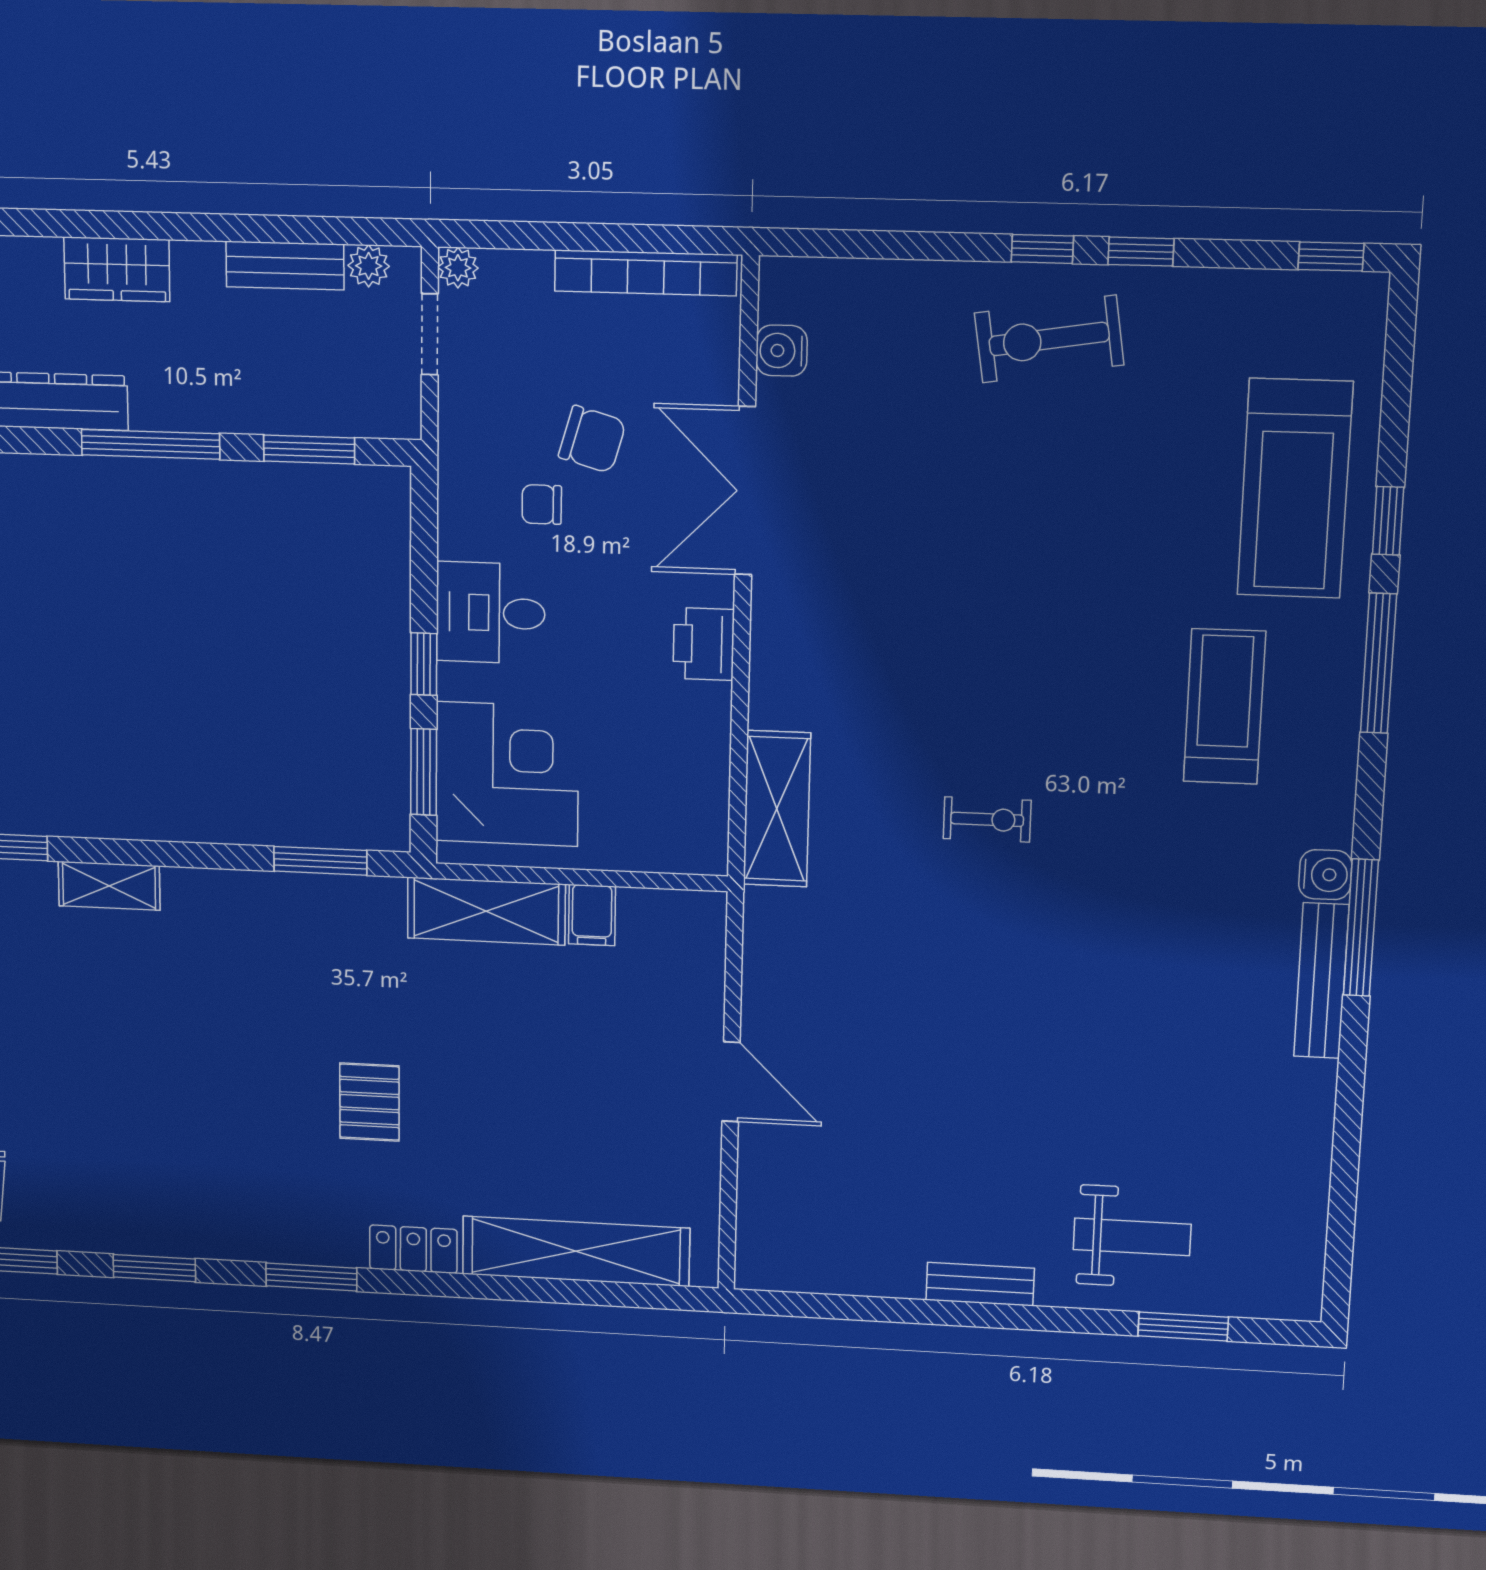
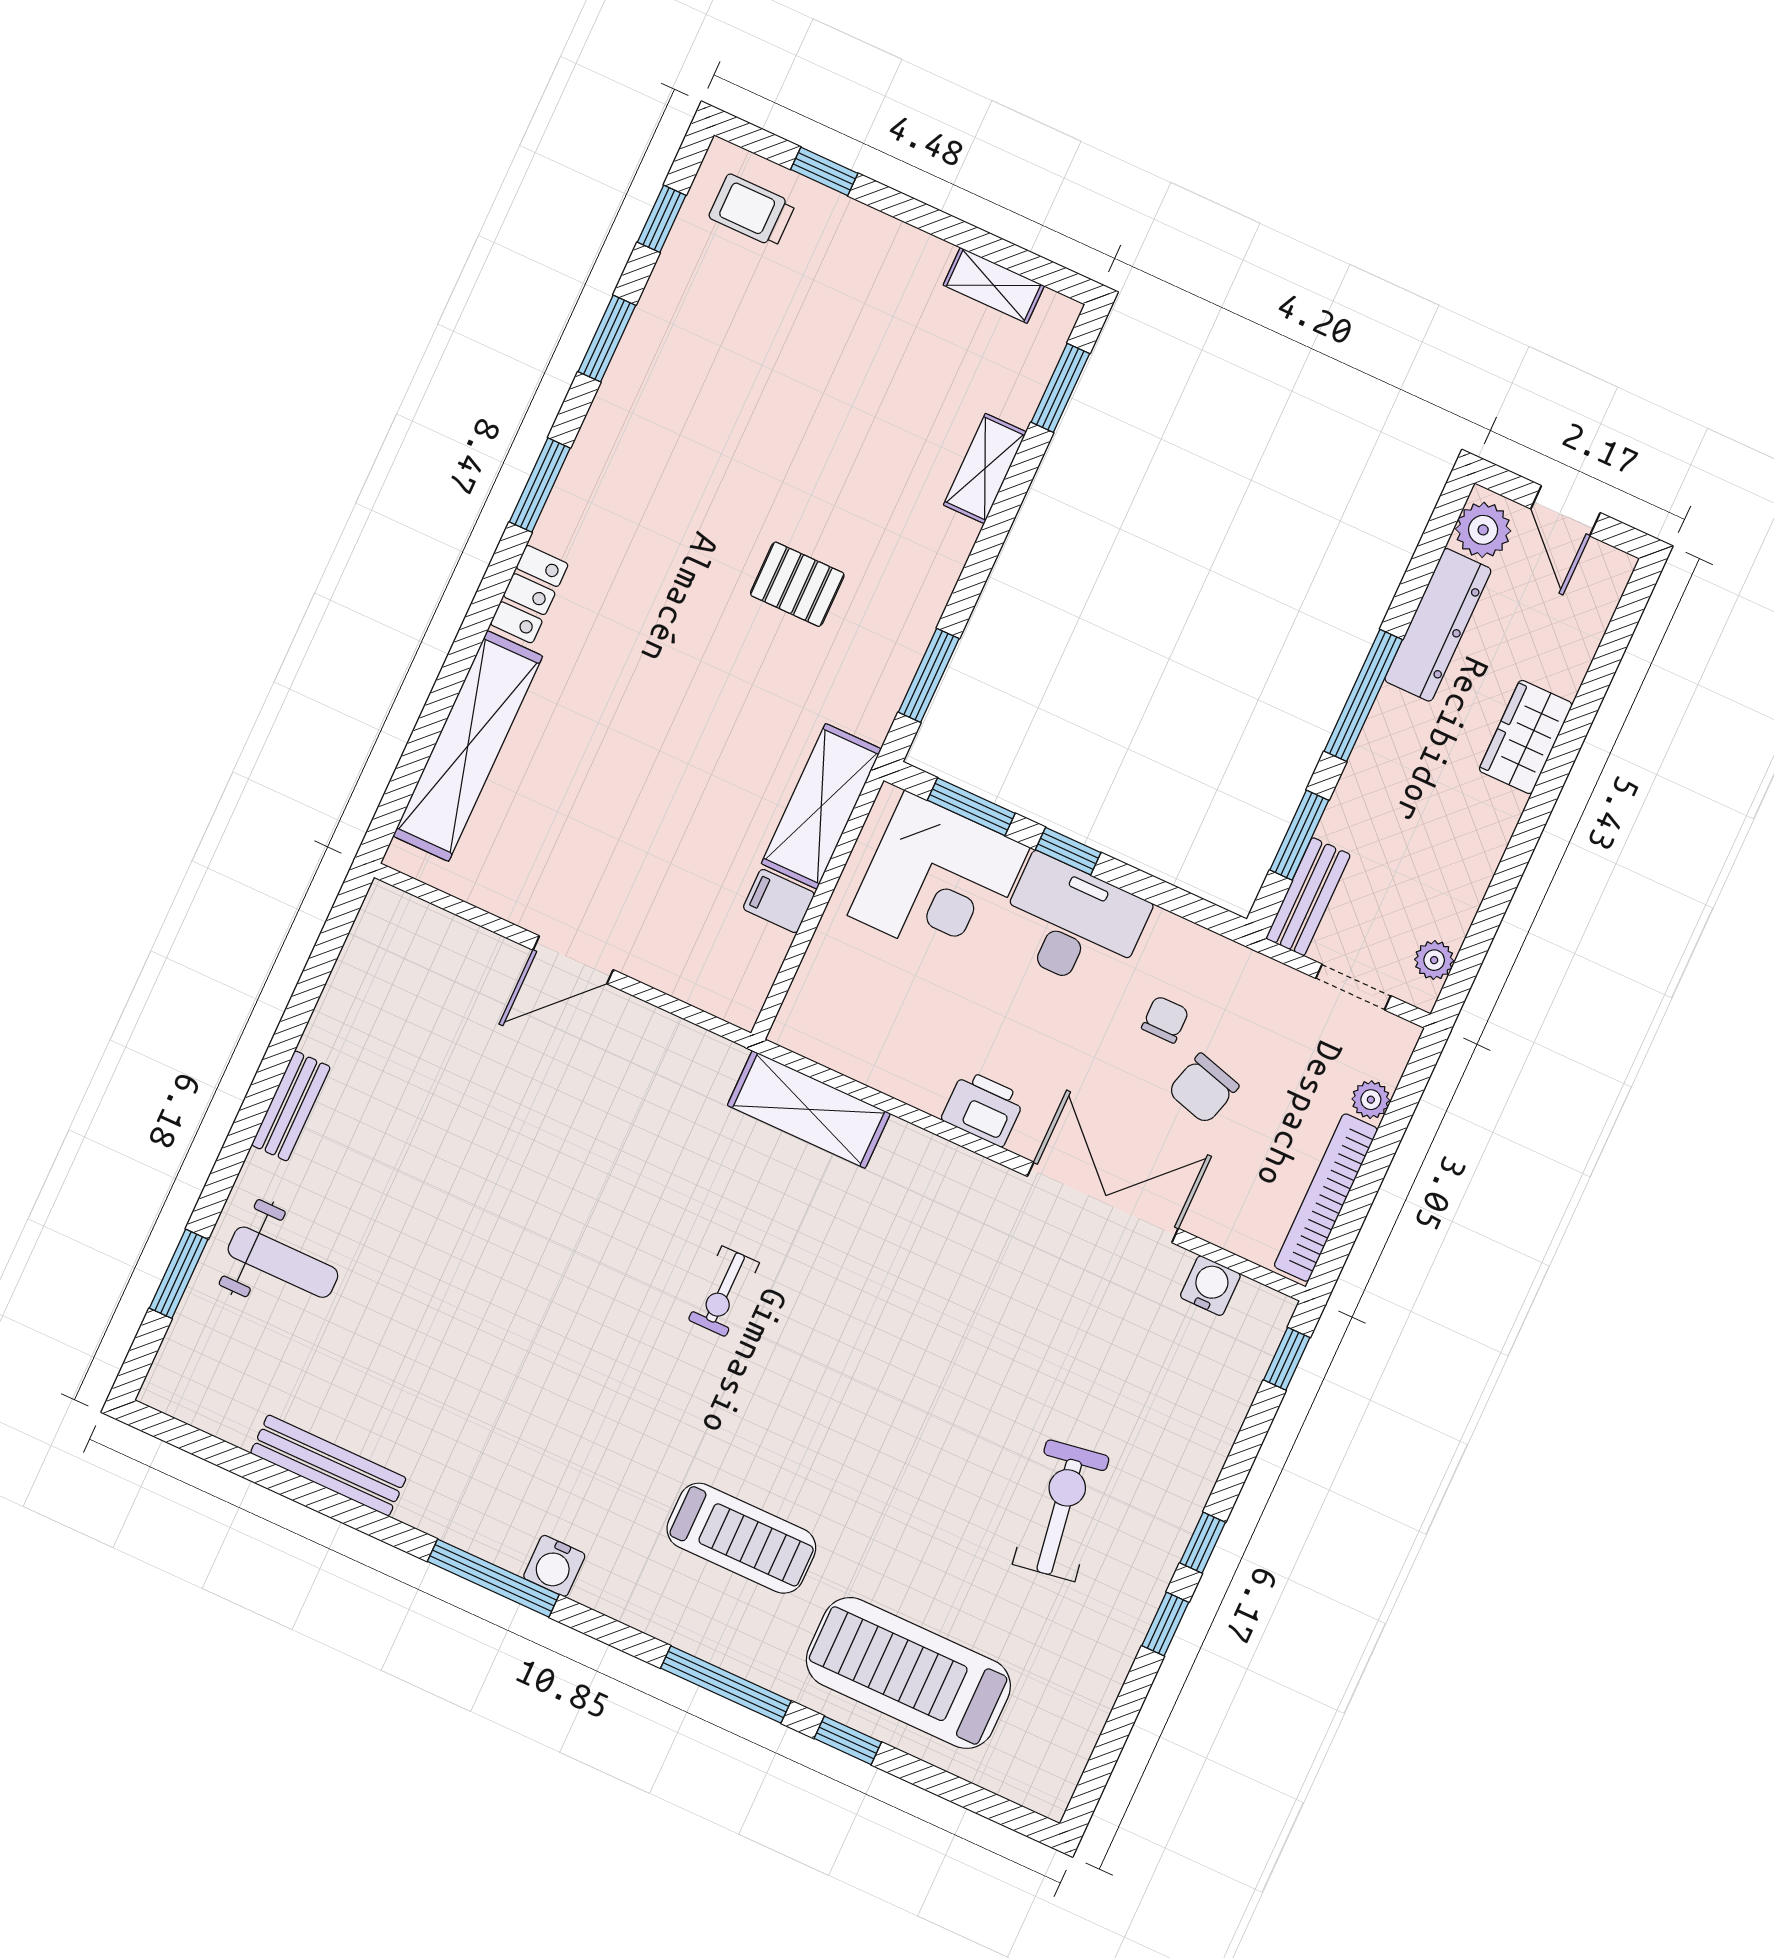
window: (1331, 257) -> (1287, 1359), moved
bench: (285, 265) -> (1308, 897), moved
plant: (458, 268) -> (1371, 1100), moved
exercise bike: (1049, 339) -> (1061, 1510), moved
desk: (491, 613) -> (1073, 924), width x1.37
bench: (1321, 981) -> (328, 1465), moved
pallet: (369, 1102) -> (797, 584), moved
weight bench: (1132, 1237) -> (283, 1262), turned -90

